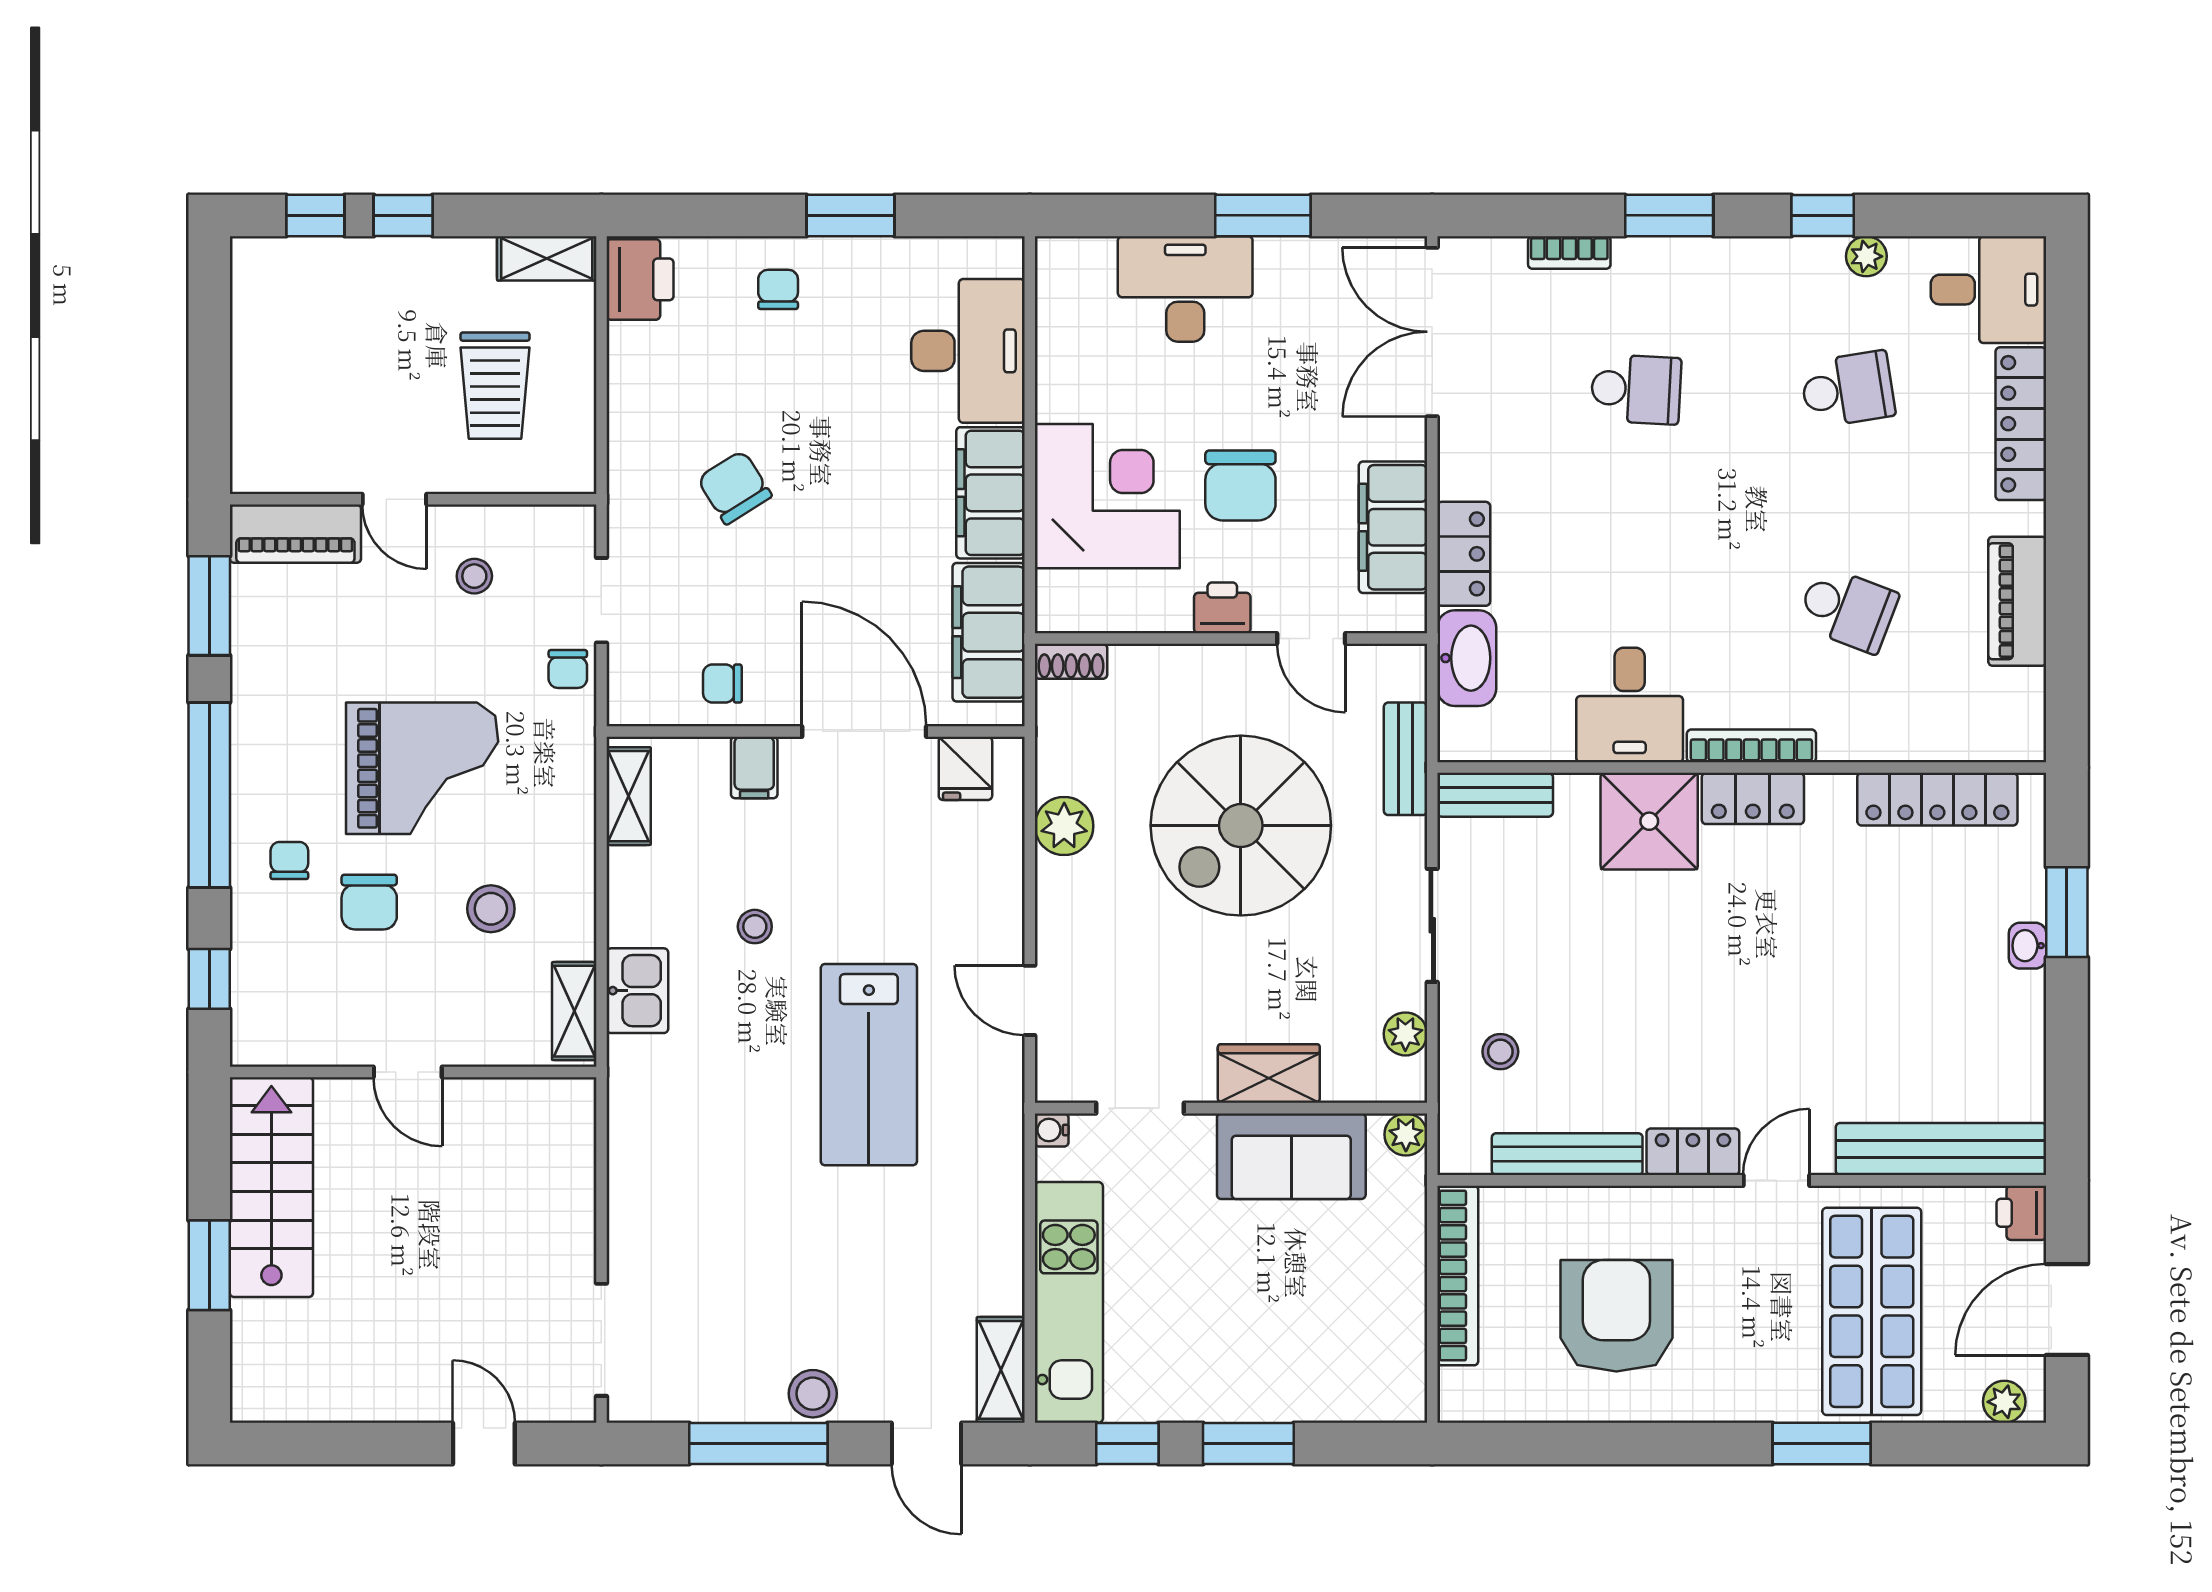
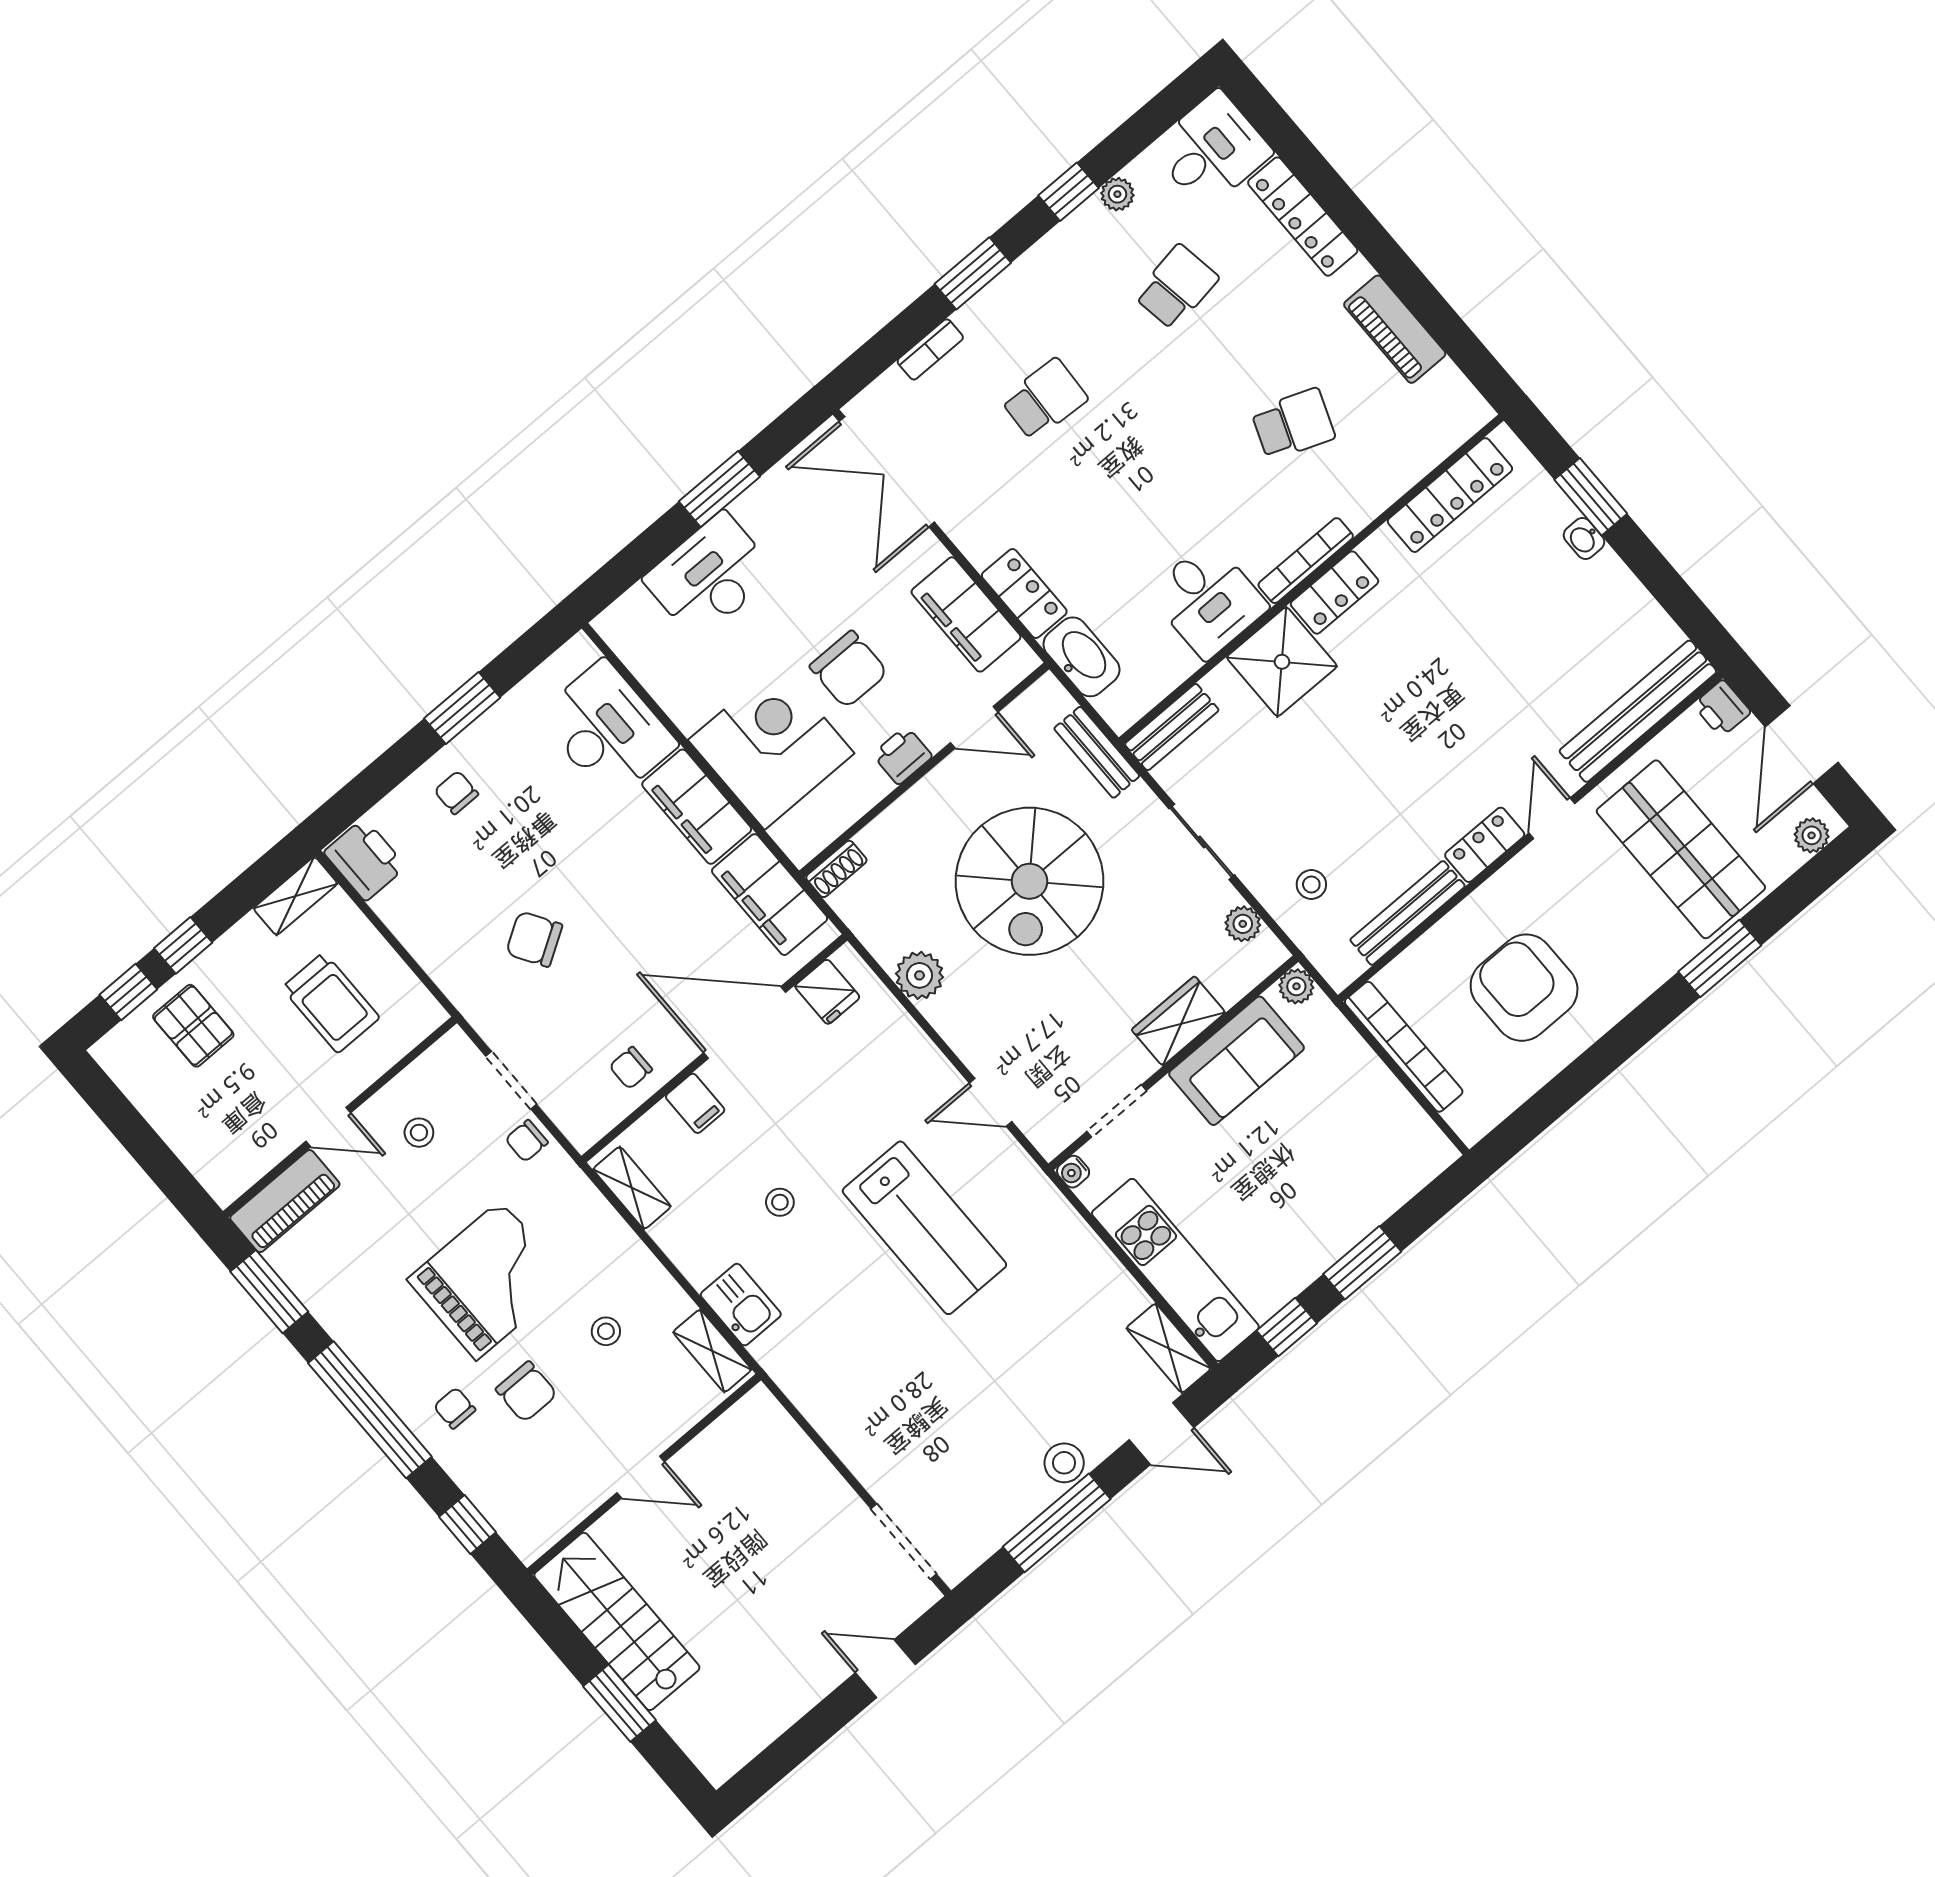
pallet: (349, 298) -> (193, 1026), added
chair: (568, 669) -> (527, 1141), turned 90
stool: (491, 909) -> (606, 1331), width x0.73, depth x0.73

